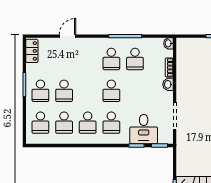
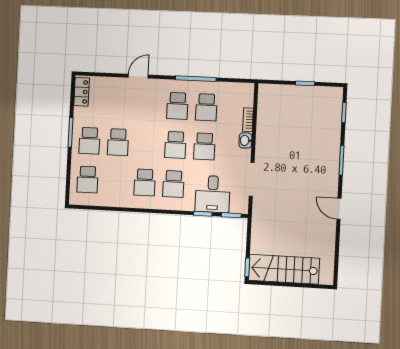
door: (68, 36) -> (138, 76), moved
washbasin: (168, 43) -> (248, 90), removed
school desk: (64, 123) -> (204, 146), moved

